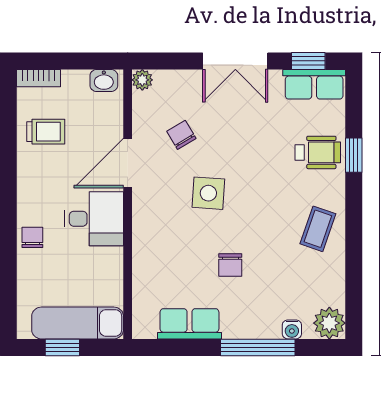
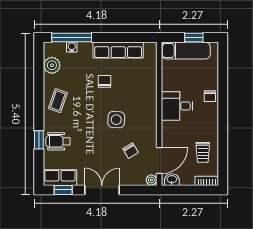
trolley: (46, 132) -> (203, 152), turned -90
door: (128, 163) -> (159, 160), moved
plant: (329, 323) -> (52, 65), moved
row of seats: (189, 324) -> (118, 50), width x1.48
window: (258, 347) -> (72, 38), moved

